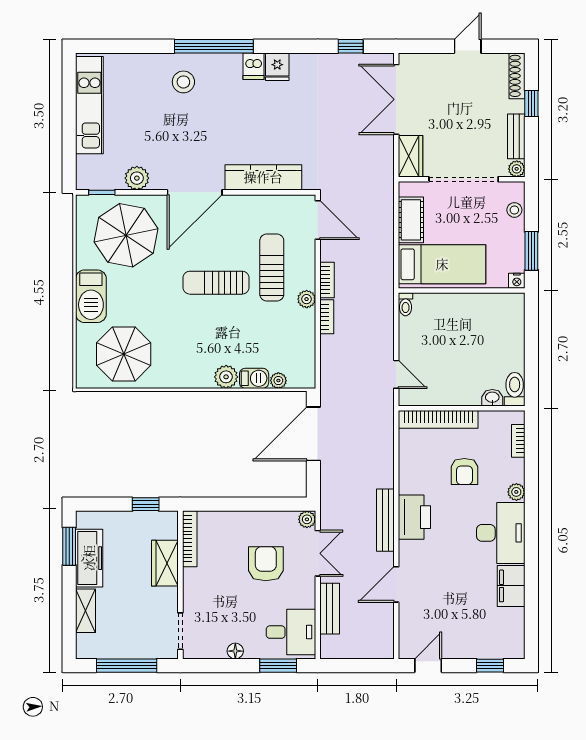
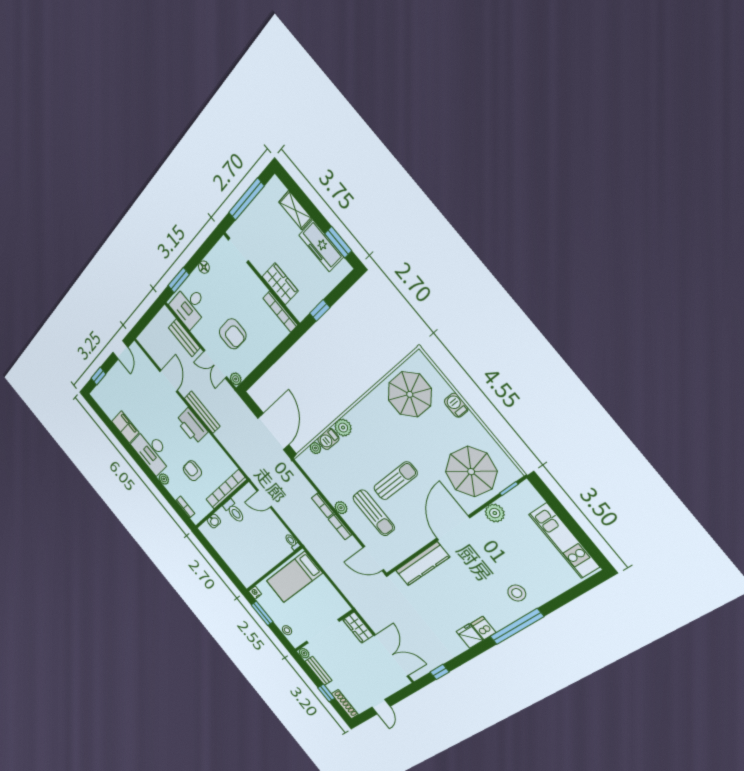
cot: (411, 220) -> (328, 591), removed
barbecue: (91, 296) -> (456, 405), width x0.53, depth x0.65
toilet: (515, 389) -> (234, 511), moved

